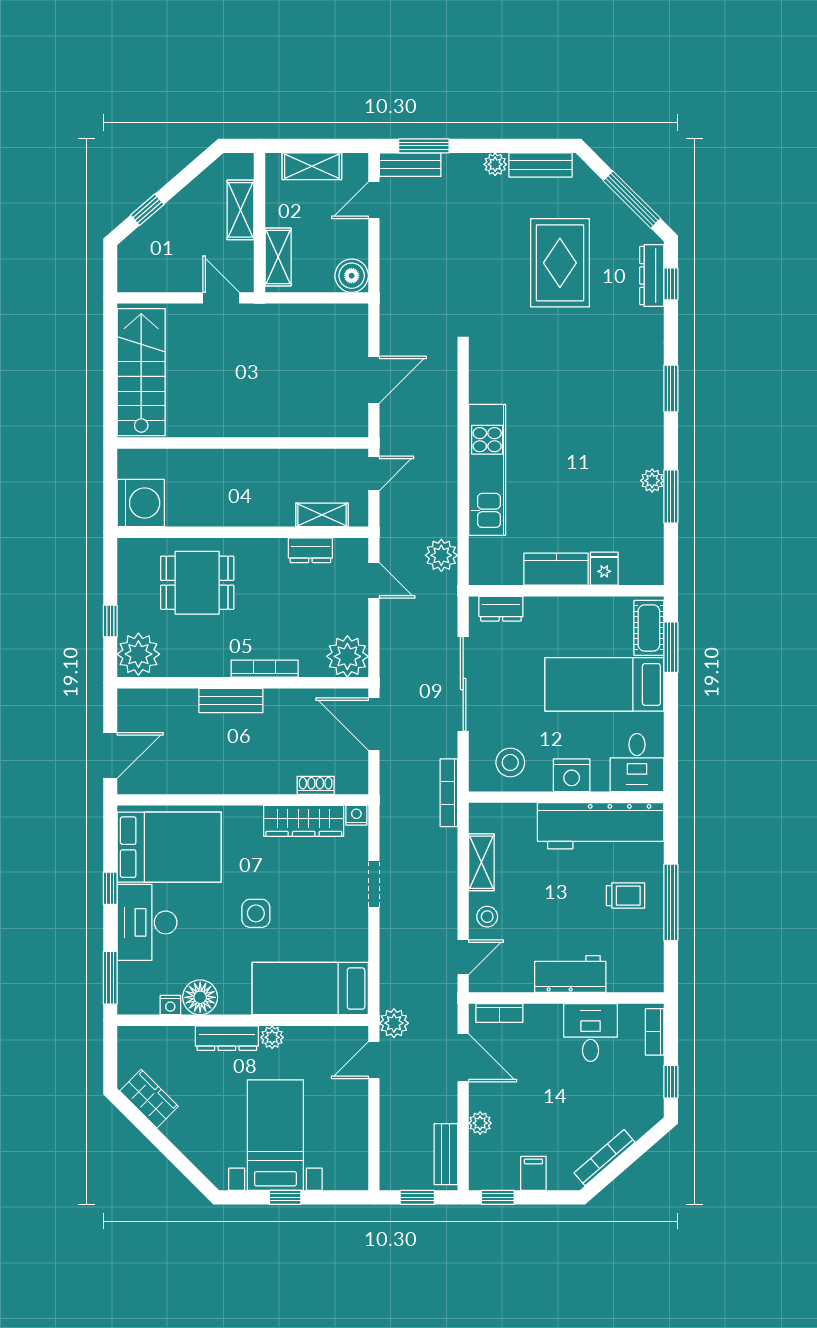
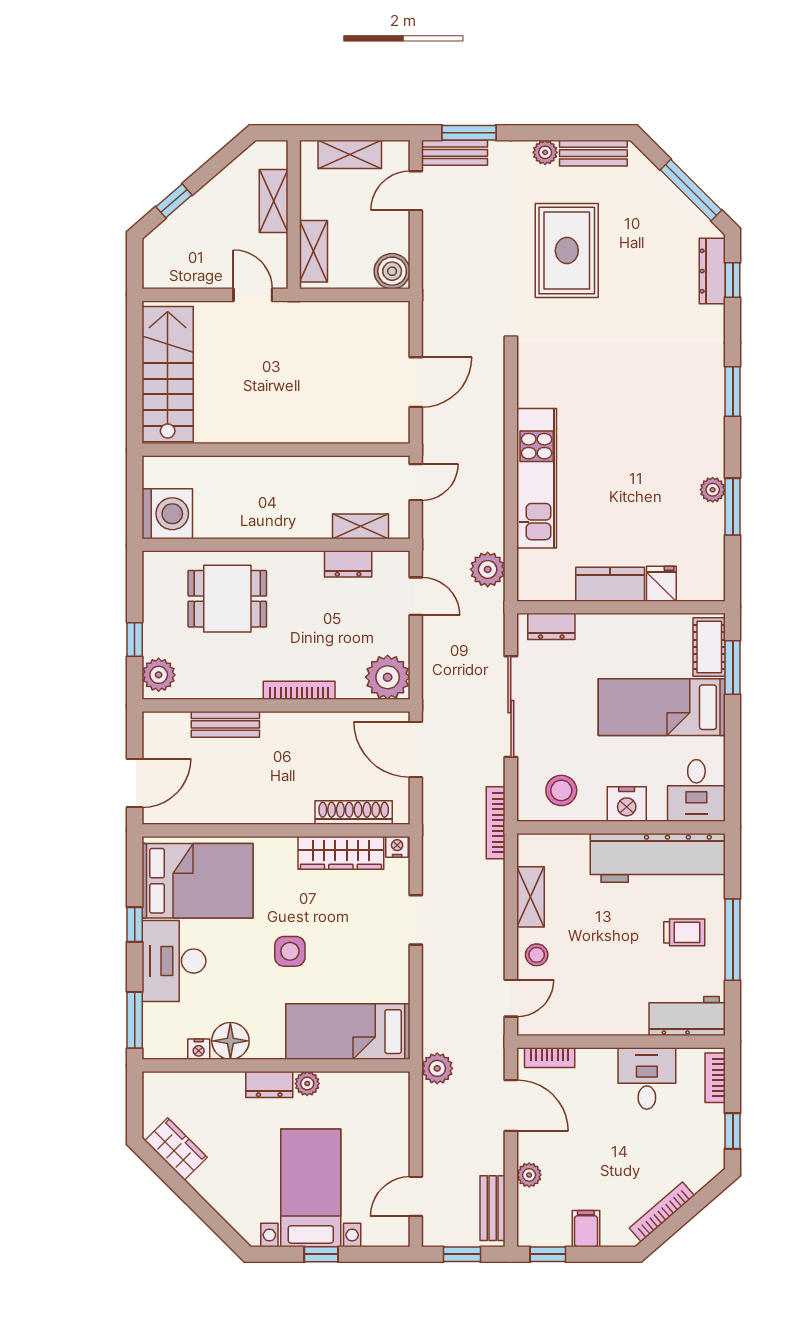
rug: (560, 263) -> (567, 250), moved
plant: (138, 654) -> (159, 675), width x0.73, depth x0.73
bench: (231, 701) -> (225, 724), moved
shoe rack: (316, 785) -> (354, 813), width x1.94, depth x1.24
workbench: (570, 974) -> (687, 1016), moved
dresser: (227, 1038) -> (269, 1084), width x0.70
door: (374, 1060) -> (416, 1196), moved

